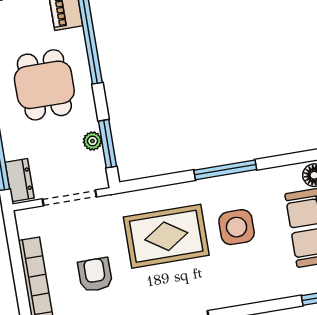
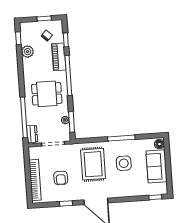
dining table: (44, 85) -> (47, 94), turned 90
rug: (166, 236) -> (93, 164), turned 90
armchair: (95, 275) -> (61, 178), turned 180

